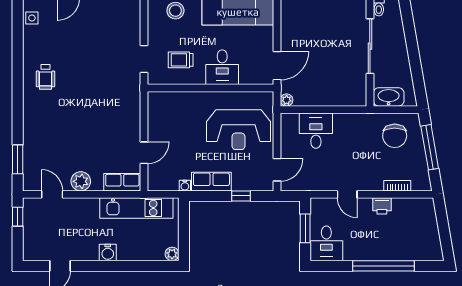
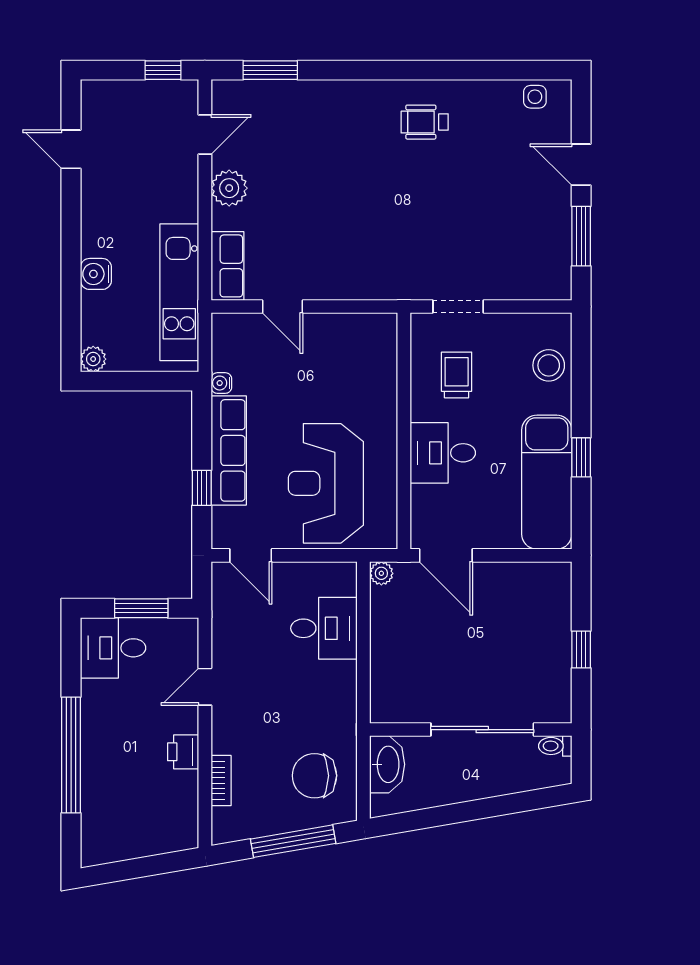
row of seats: (211, 182) -> (229, 450), width x1.48
water cooler: (108, 252) -> (96, 274), moved

